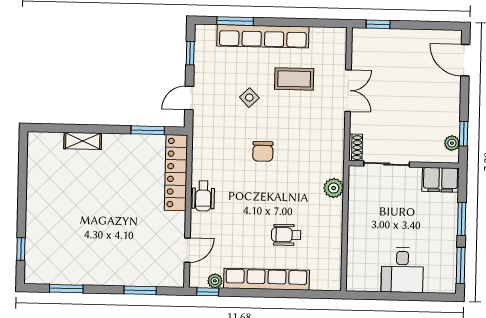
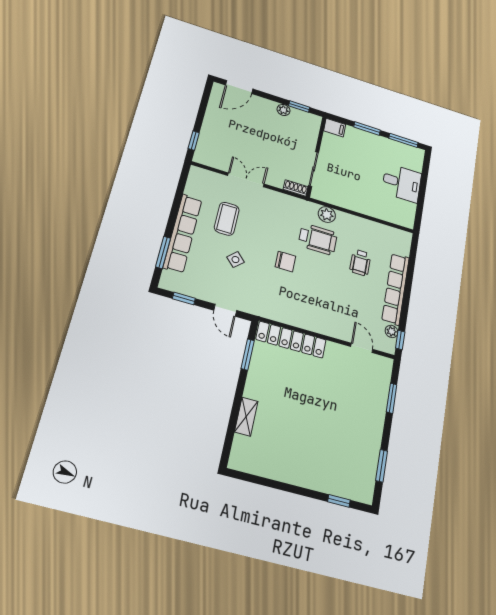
plant: (452, 143) -> (284, 110), moved
filing cabinet: (440, 180) -> (335, 128), width x0.50
wheelchair: (203, 196) -> (318, 239), moved, width x1.36, depth x1.37

